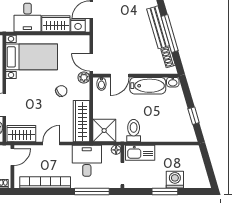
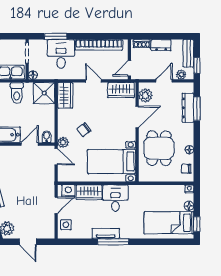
wardrobe: (81, 121) -> (65, 95), width x0.67
door: (51, 144) -> (93, 81), swing flipped
desk: (87, 161) -> (61, 54), moved, turned 180
window: (92, 191) -> (56, 36), width x0.69

